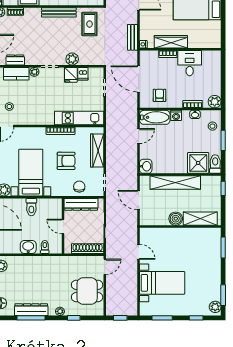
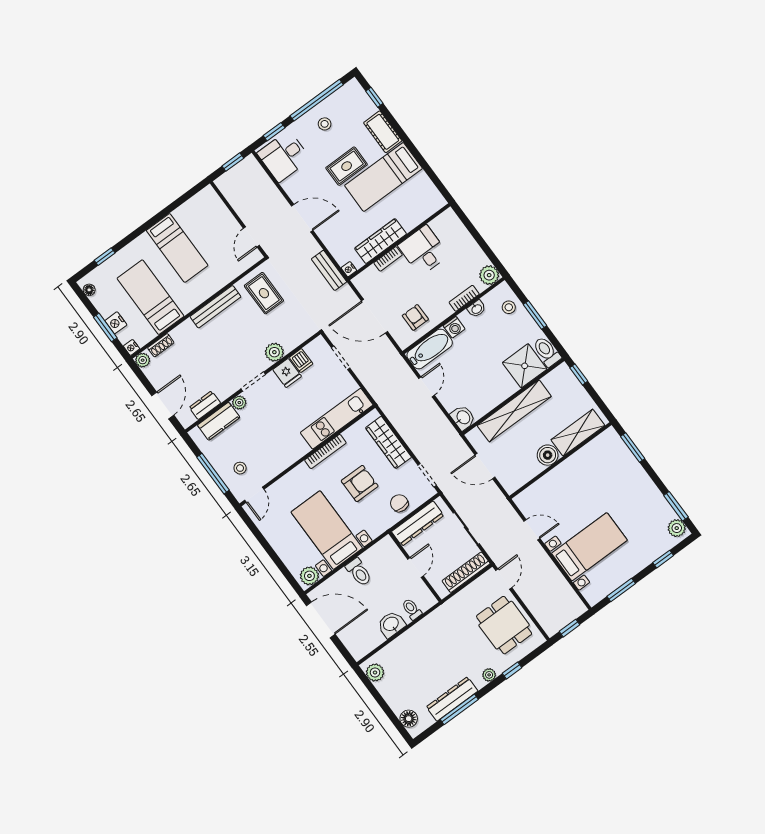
door: (63, 227) -> (416, 567), swing flipped
dining table: (87, 291) -> (504, 625), turned 90

